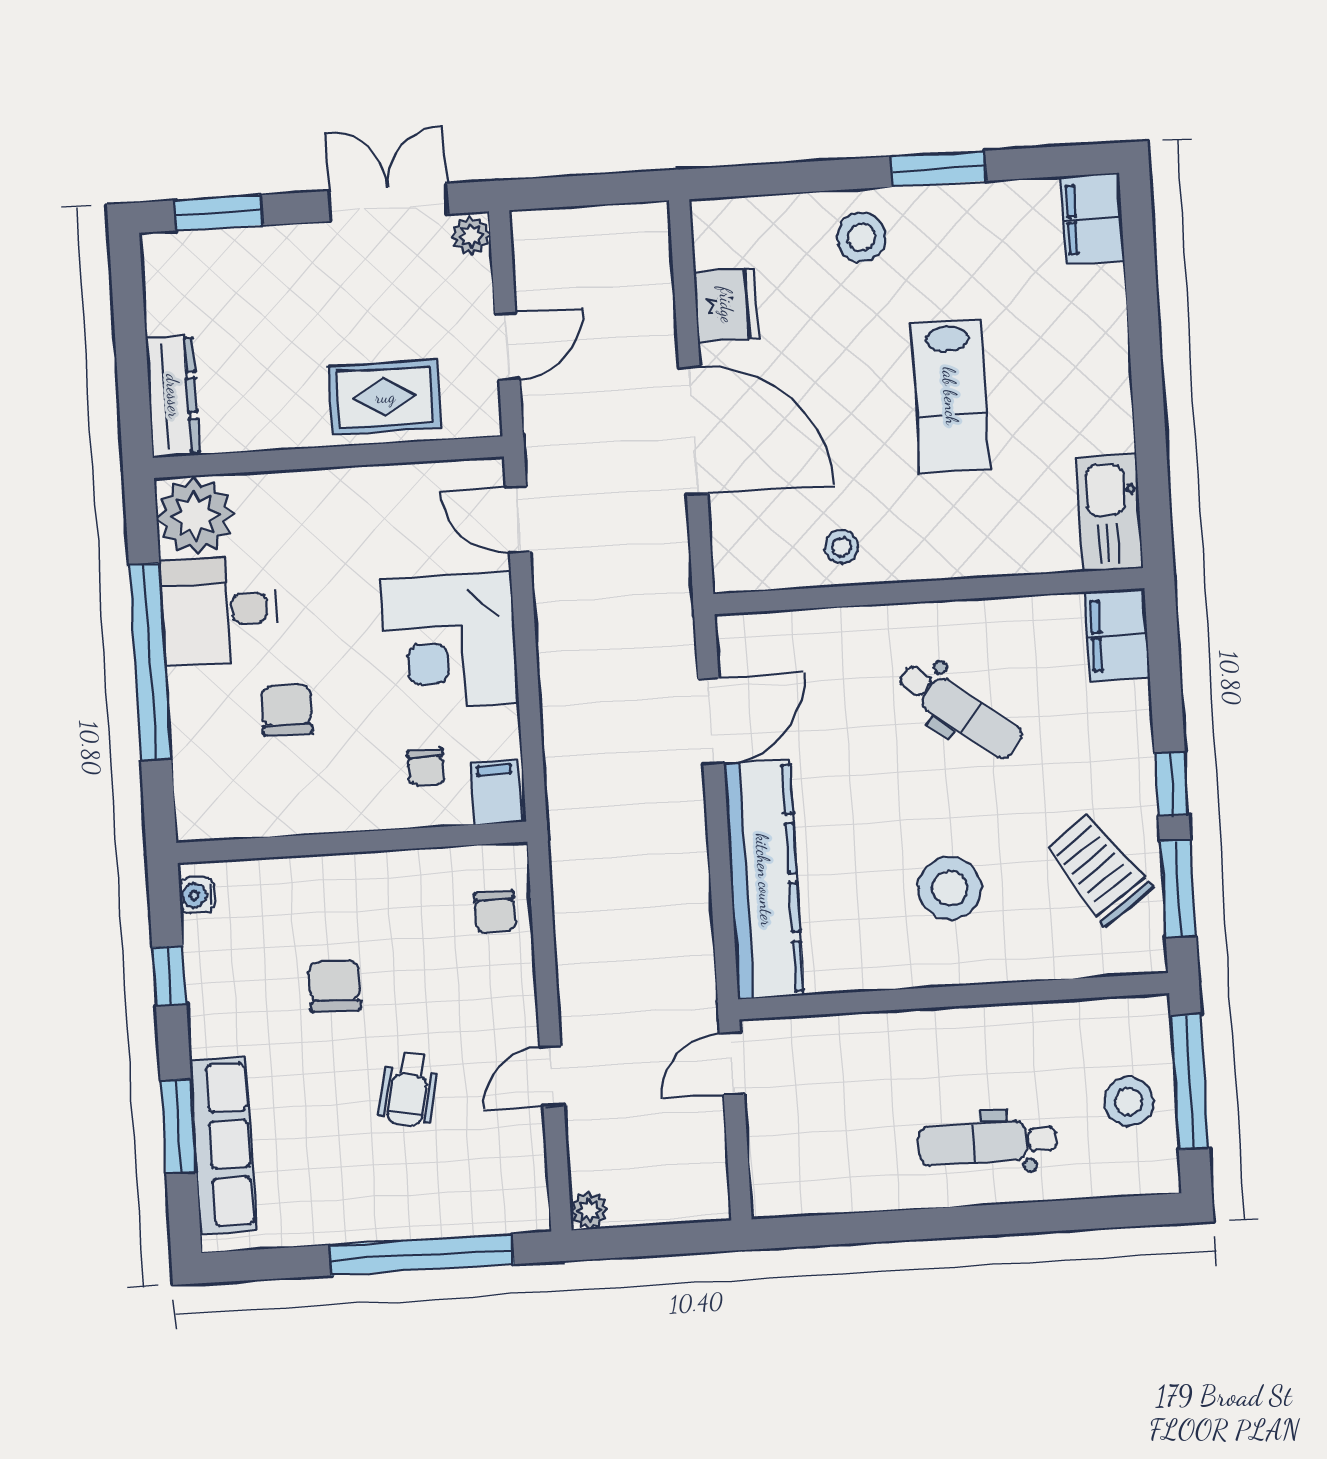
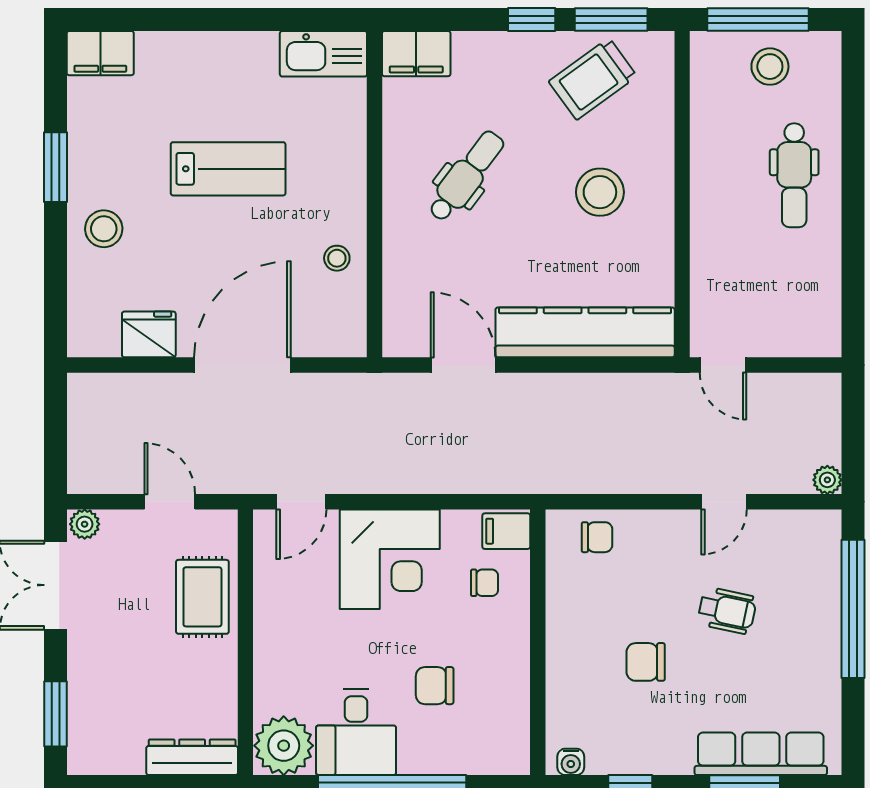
door: (552, 1076) -> (724, 502), hinge flipped

